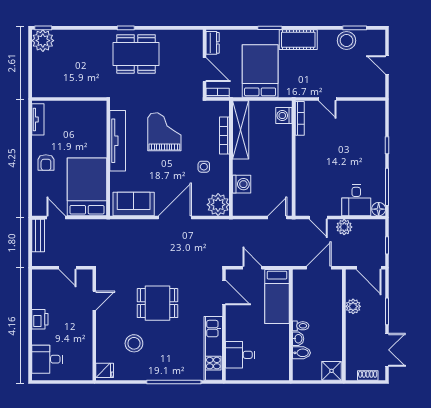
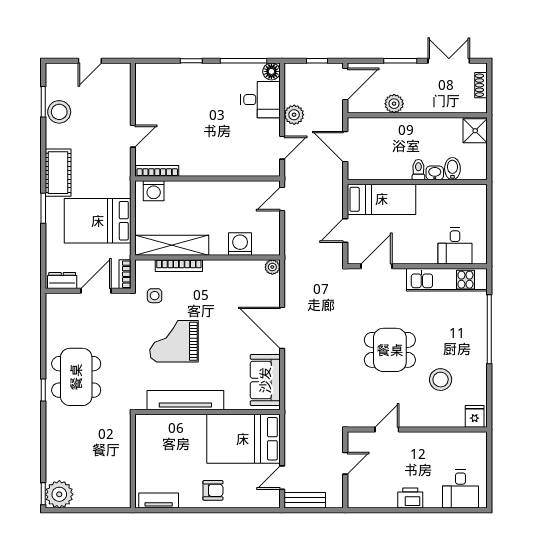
side table: (204, 167) -> (155, 296), moved
plant: (218, 205) -> (272, 267), width x0.53, depth x0.53
door: (277, 218) -> (282, 199), hinge flipped
door: (94, 301) -> (387, 429), hinge flipped
dining table: (157, 303) -> (390, 350), turned 90

